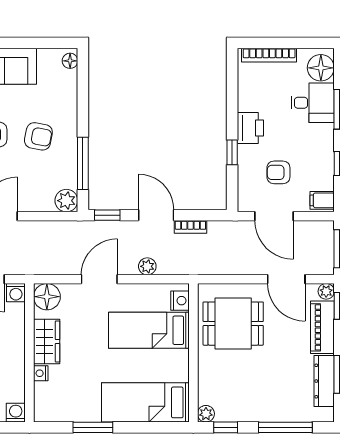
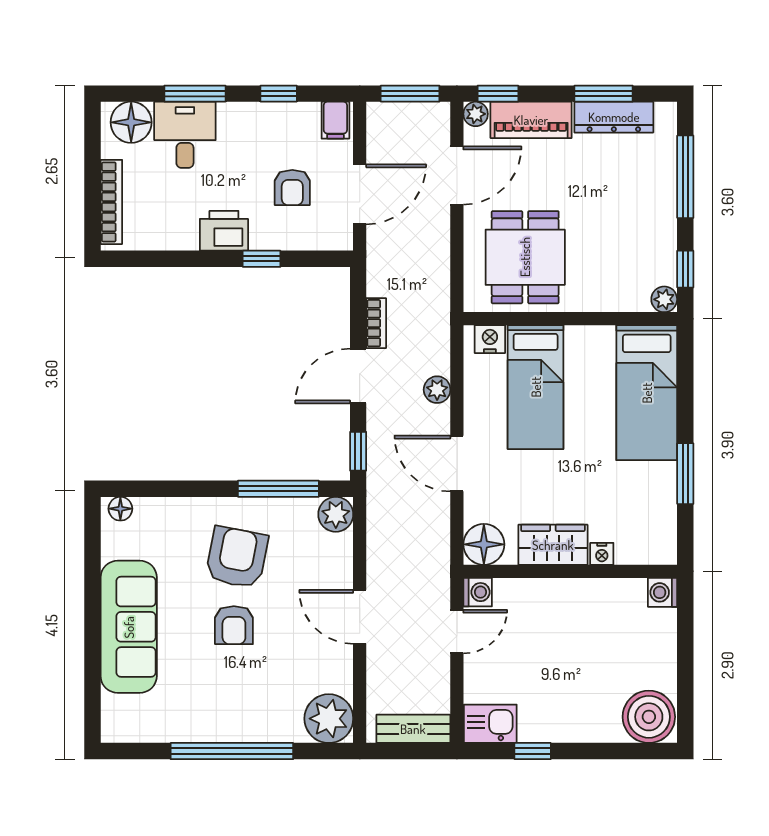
armchair: (38, 136) -> (237, 557), width x1.38, depth x1.38

